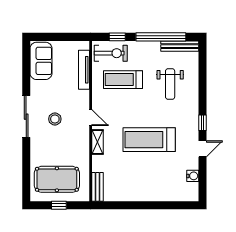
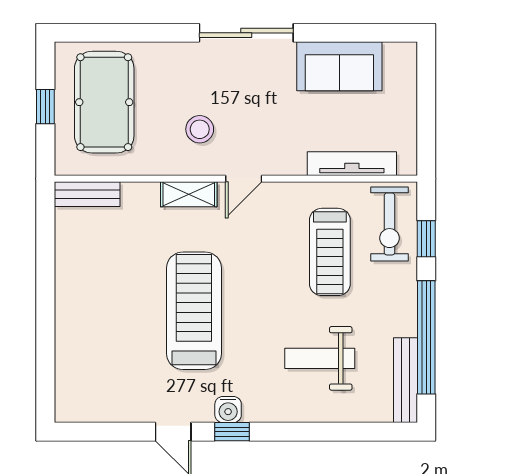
sofa: (41, 61) -> (339, 66), moved
treadmill: (123, 80) -> (330, 252), turned 180
stool: (55, 119) -> (200, 129), moved
water cooler: (193, 176) -> (228, 410), moved

